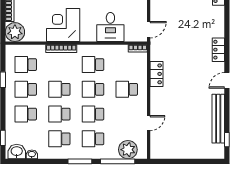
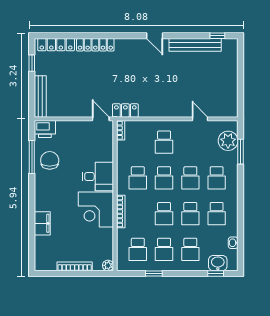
desk: (110, 27) -> (98, 176), moved
plant: (15, 32) -> (108, 265), width x0.53, depth x0.53
locker: (218, 50) -> (95, 45), moved, width x1.53
locker: (156, 74) -> (125, 110), moved
washbasin: (17, 152) -> (218, 263), moved, turned 90
window: (80, 161) -> (241, 192), removed
window: (118, 161) -> (241, 152), width x0.69

